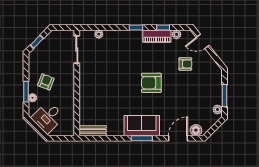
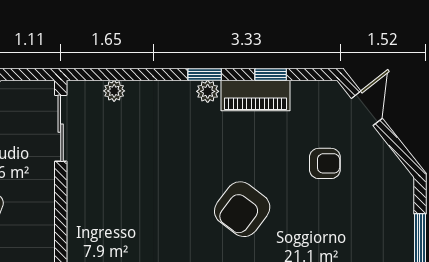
plant: (177, 34) -> (208, 91), moved
door: (203, 41) -> (367, 108), swing flipped
armchair: (151, 83) -> (242, 209), turned -53

